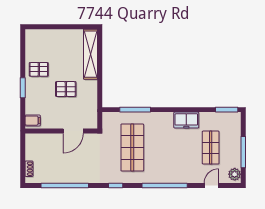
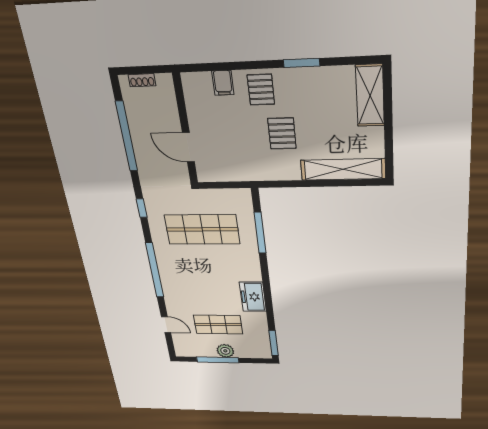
shelving: (44, 37) -> (370, 96), added
pallet: (39, 69) -> (261, 90), moved
window: (23, 88) -> (301, 63), moved
wall: (61, 131) -> (185, 130), moved
door: (73, 131) -> (188, 147), moved
plant: (235, 174) -> (225, 351), moved

